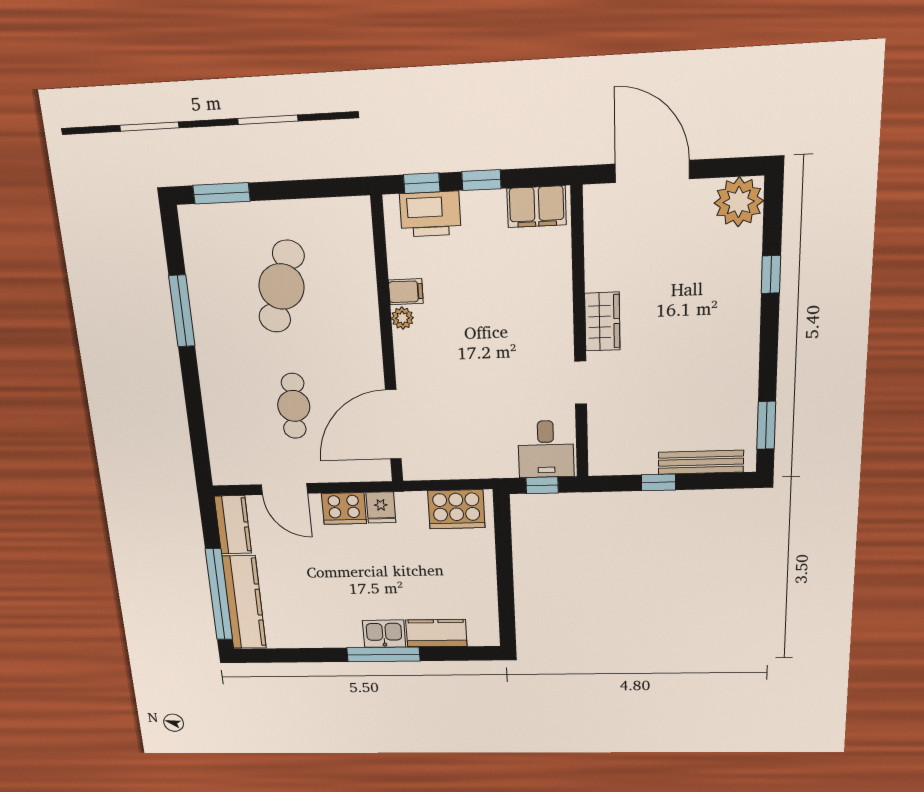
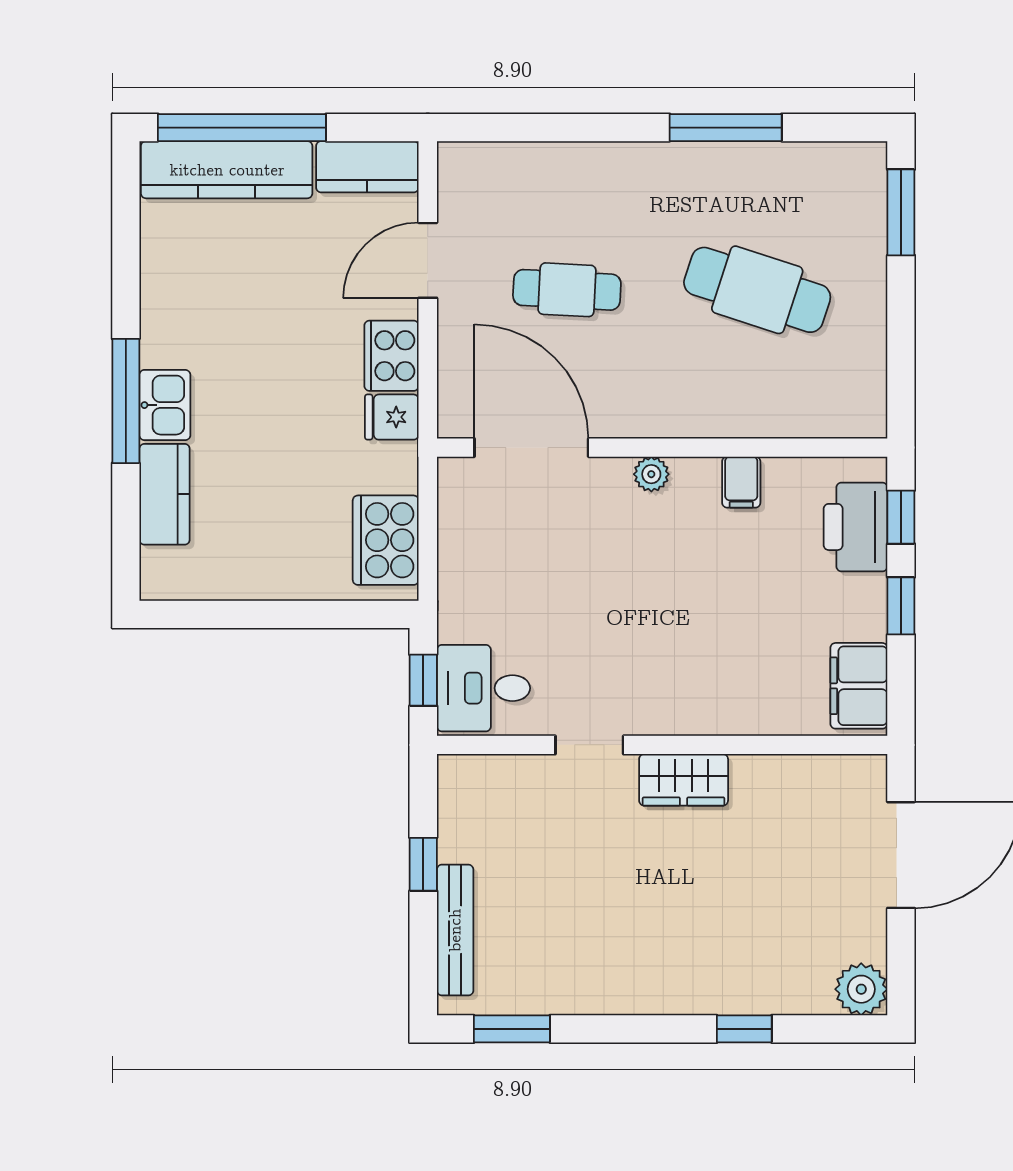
plant: (739, 202) -> (861, 989), width x0.73, depth x0.73
plant: (402, 318) -> (651, 474), moved

